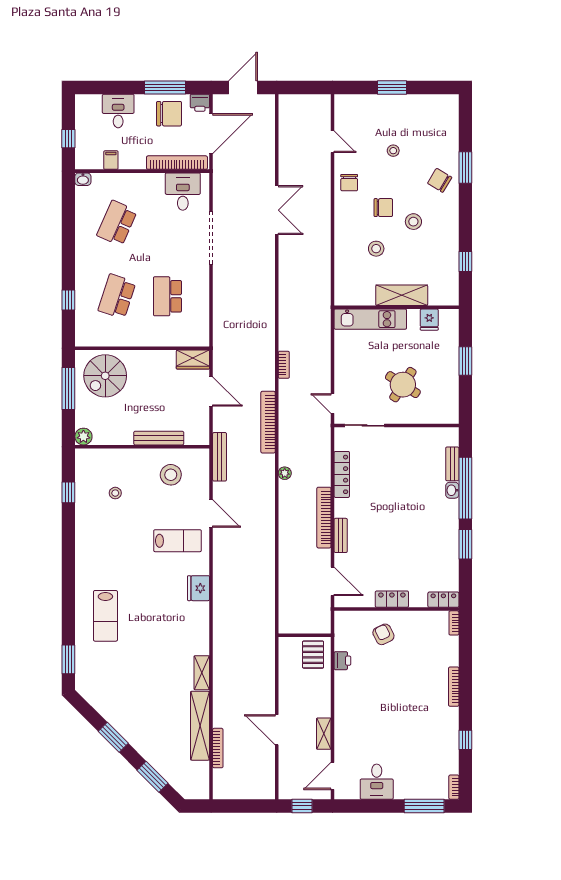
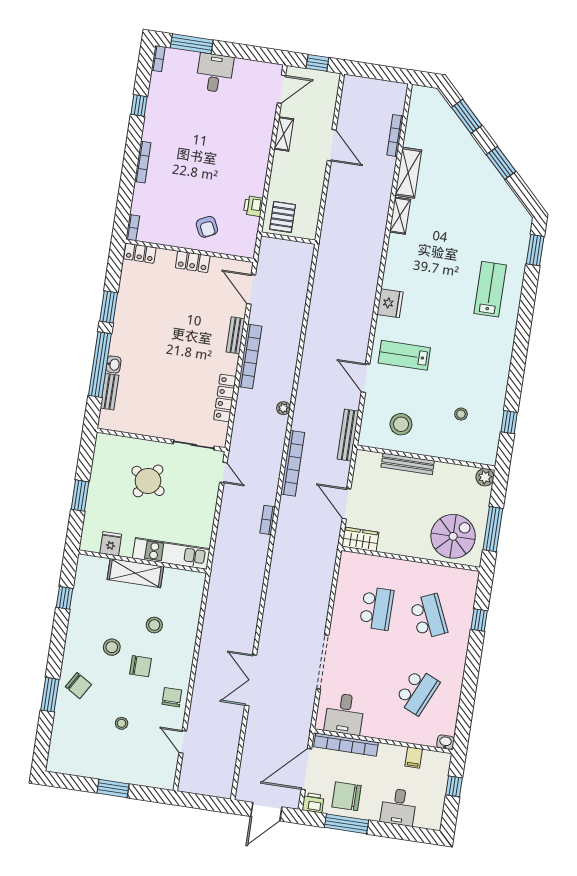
chair: (383, 208) -> (141, 666), turned 180
school desk: (117, 296) -> (429, 616), turned -42
shelving: (200, 726) -> (408, 173), width x0.68
desk: (377, 782) -> (215, 73), moved

